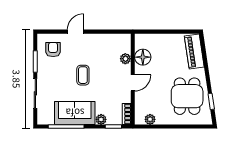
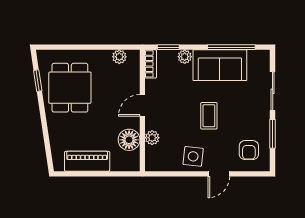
side table: (95, 45) -> (193, 156), added
piano: (194, 52) -> (87, 161), moved, turned -82

